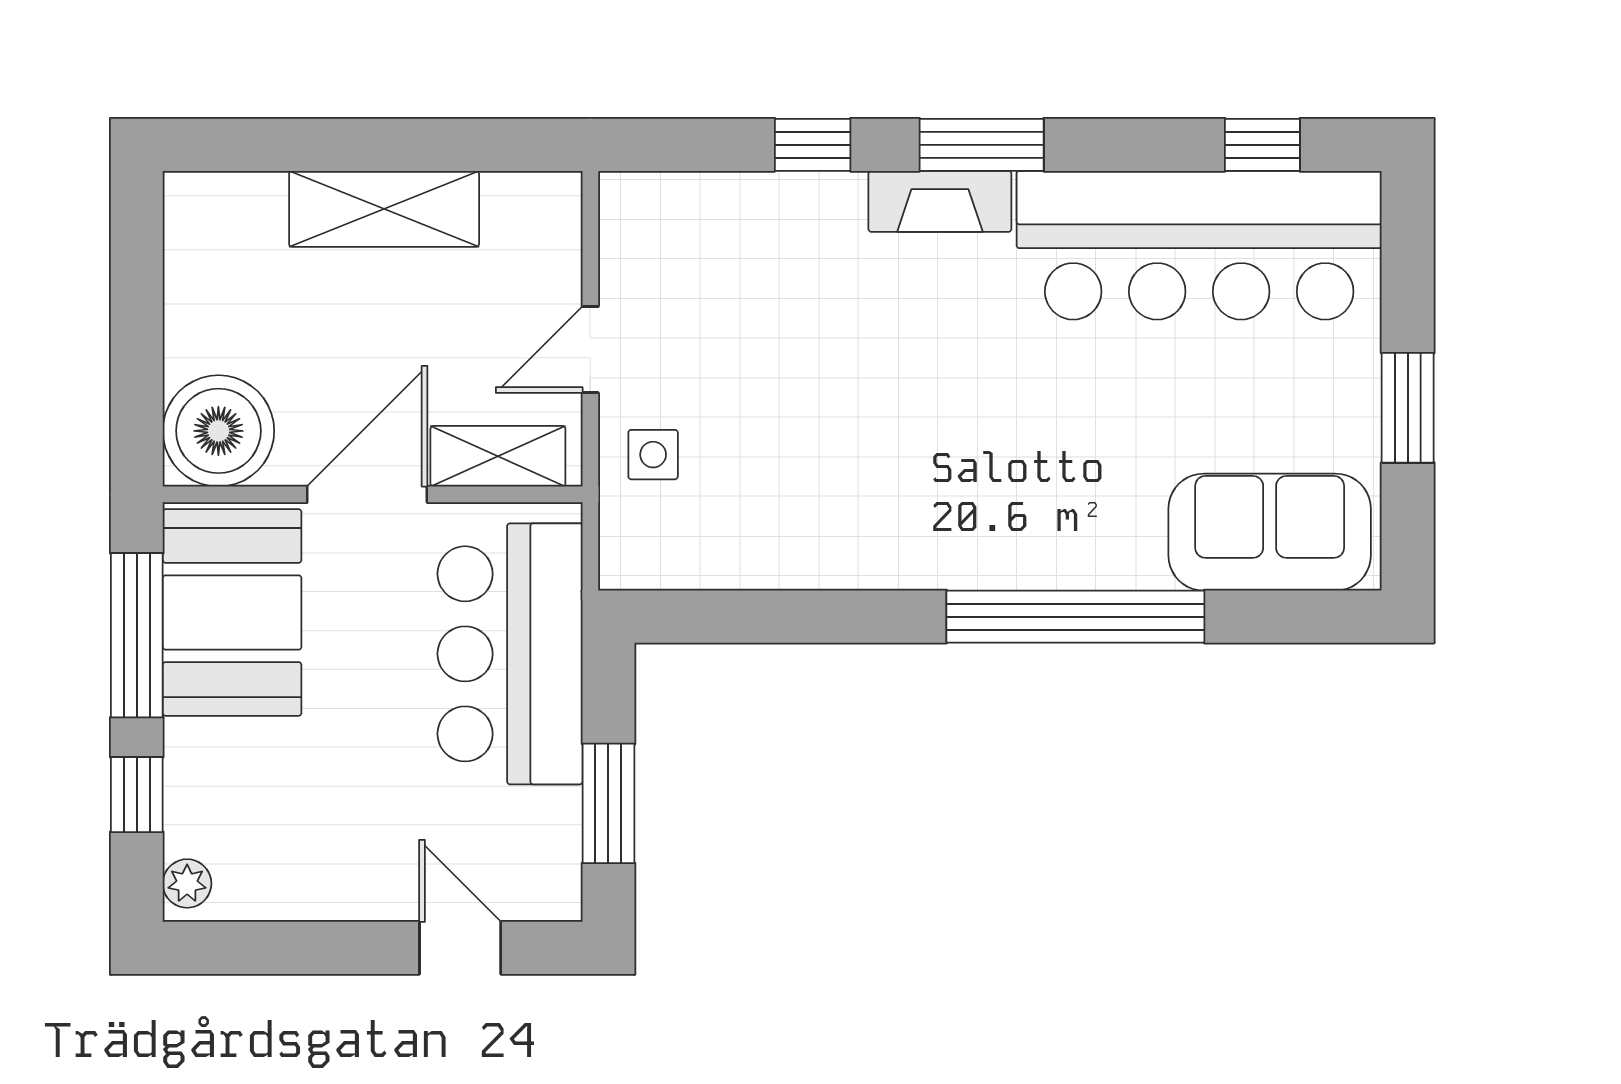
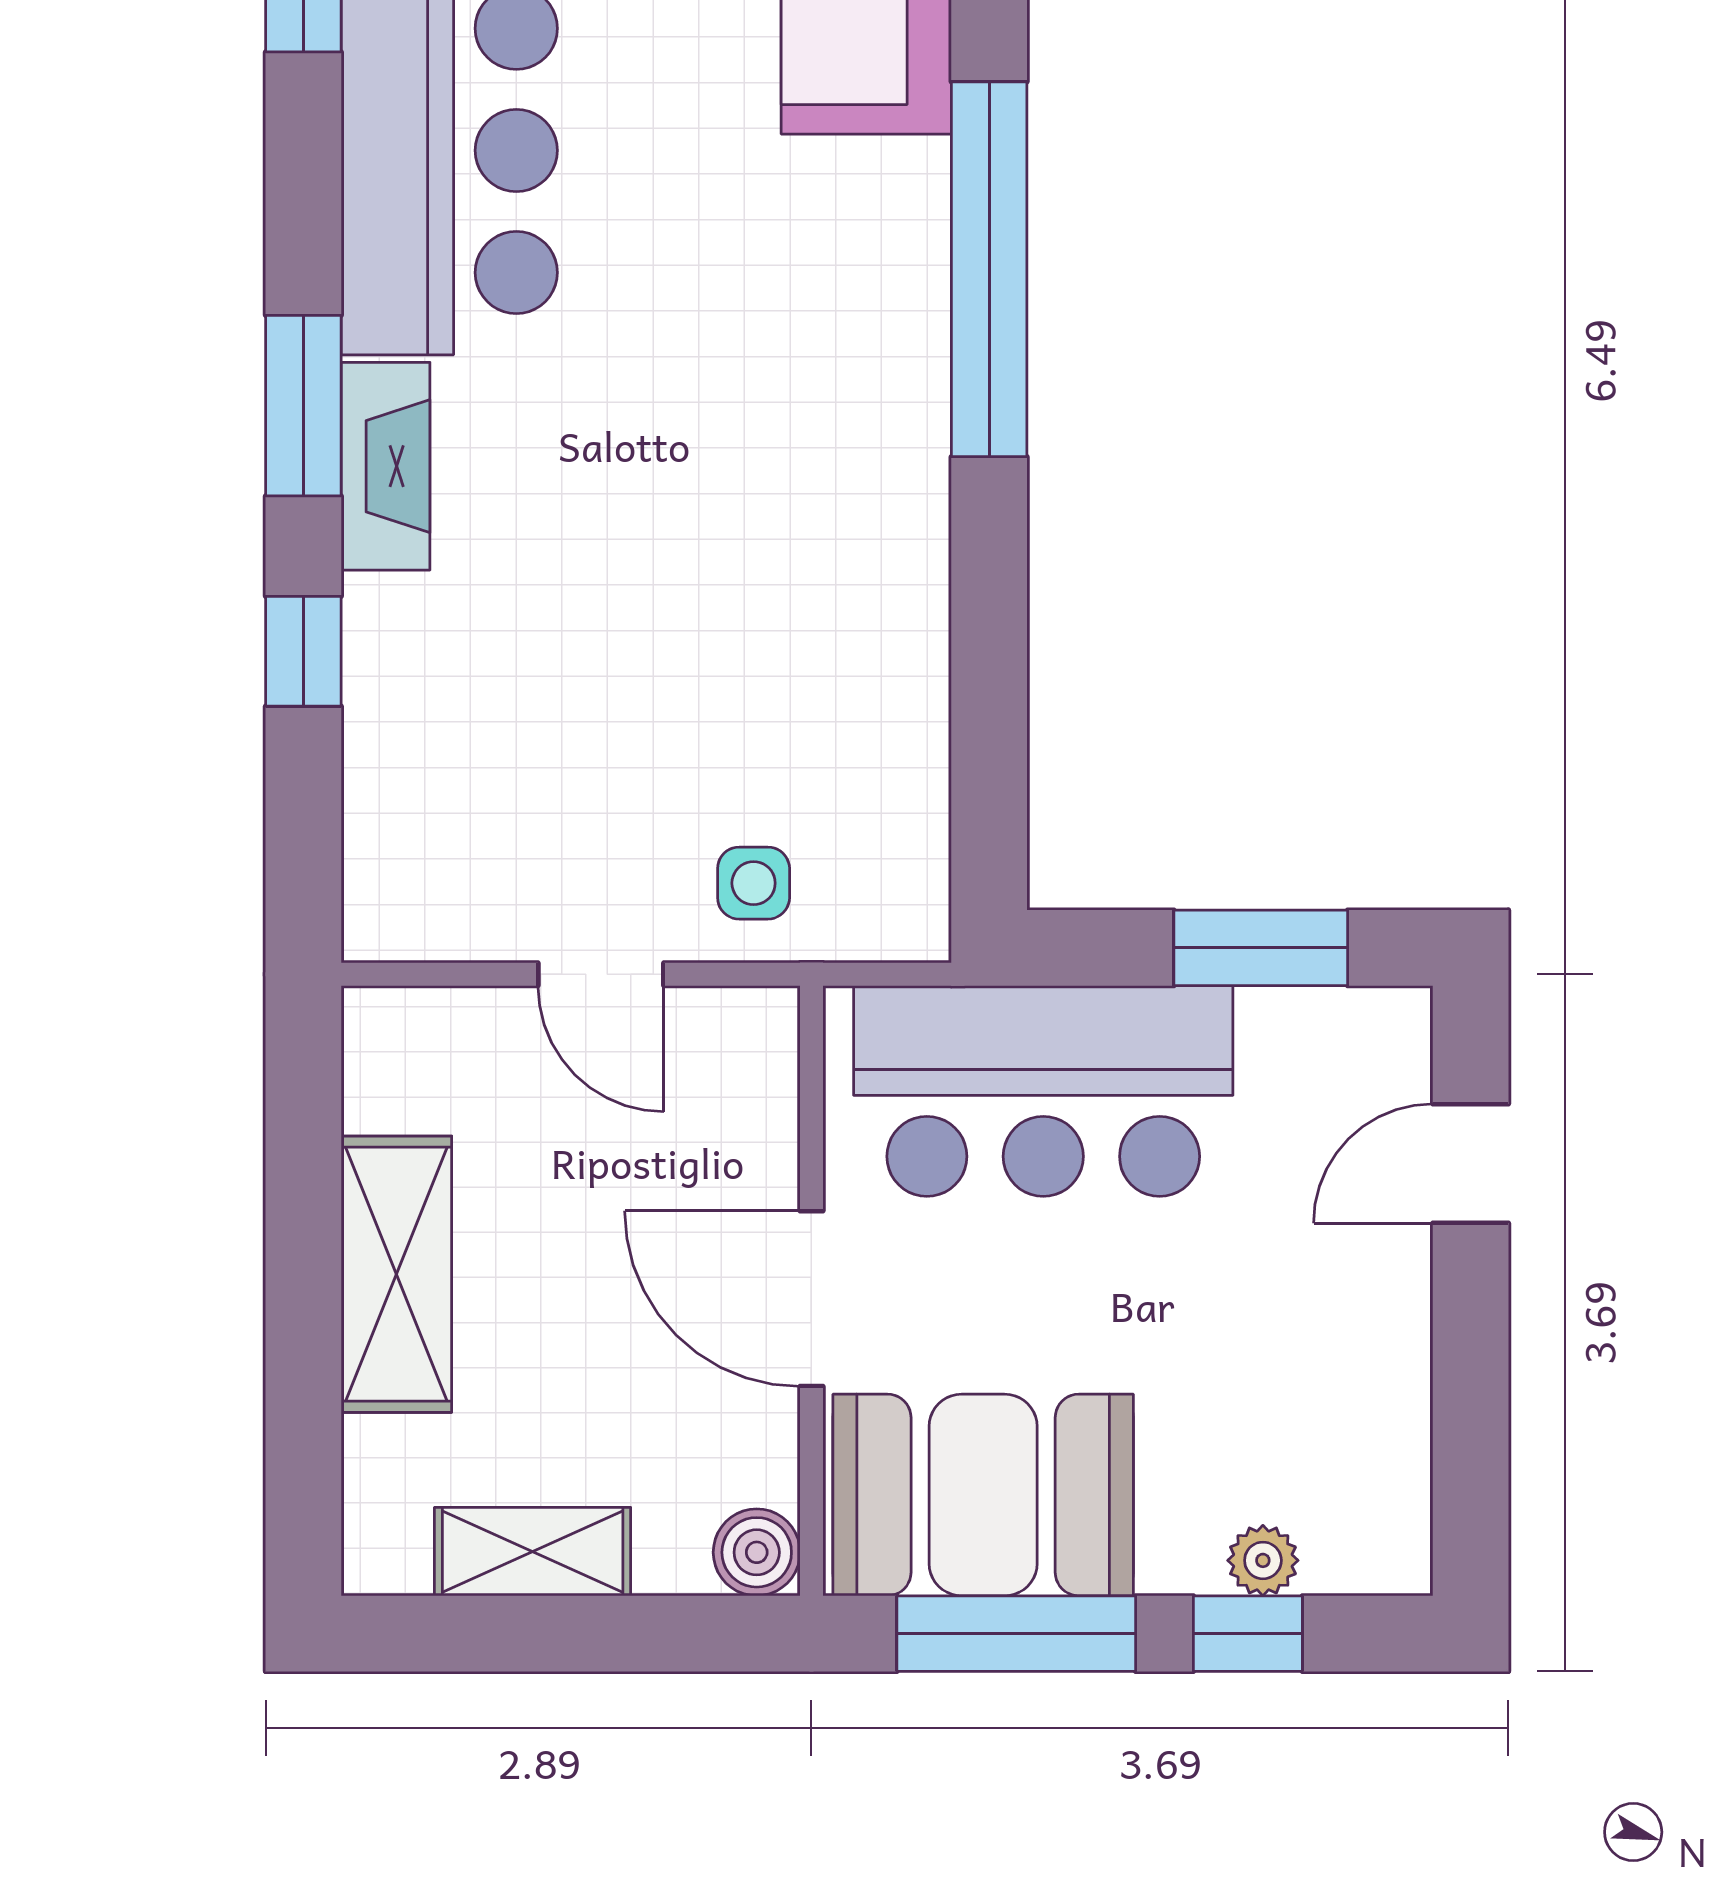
boiler: (218, 431) -> (757, 1552), width x0.54, depth x0.54
shelving: (498, 456) -> (533, 1552), moved, turned 90
plant: (187, 883) -> (1263, 1560), moved

